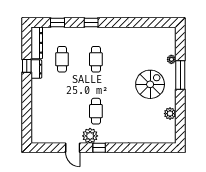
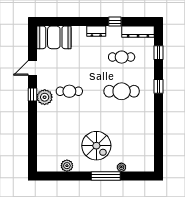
cafe table: (96, 59) -> (122, 91), width x1.37, depth x1.35
dresser: (36, 69) -> (96, 31), moved
booth: (42, 127) -> (54, 37), added
plant: (90, 136) -> (45, 97), moved

